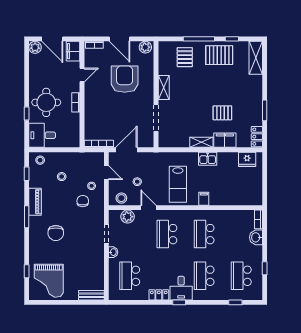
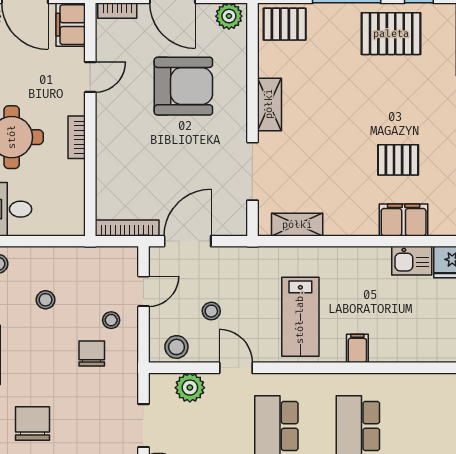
pallet: (185, 57) -> (285, 24), moved, turned 90
armchair: (125, 79) -> (183, 86), turned 90
shelving: (201, 142) -> (297, 225), moved
kitchen sink: (208, 159) -> (412, 261), moved
door: (106, 173) -> (143, 291), hinge flipped
chair: (56, 233) -> (33, 423), turned 180

